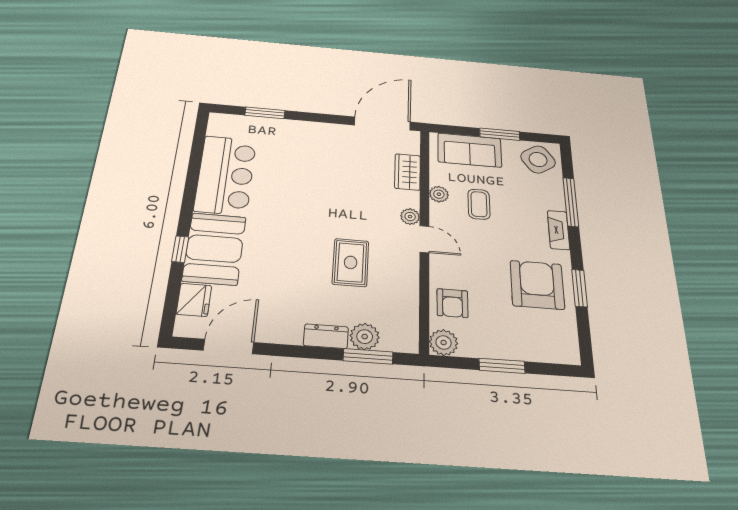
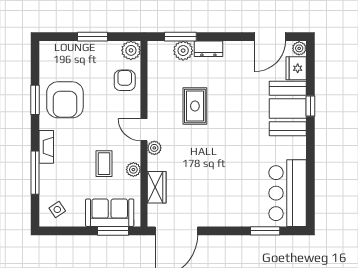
window: (500, 134) -> (113, 231), moved
side table: (538, 160) -> (57, 209), width x0.54, depth x0.54
bar counter: (226, 175) -> (288, 193), moved
plant: (185, 327) -> (299, 48), added

